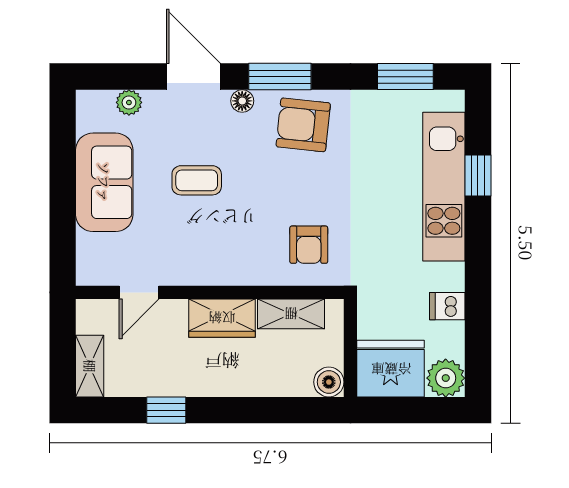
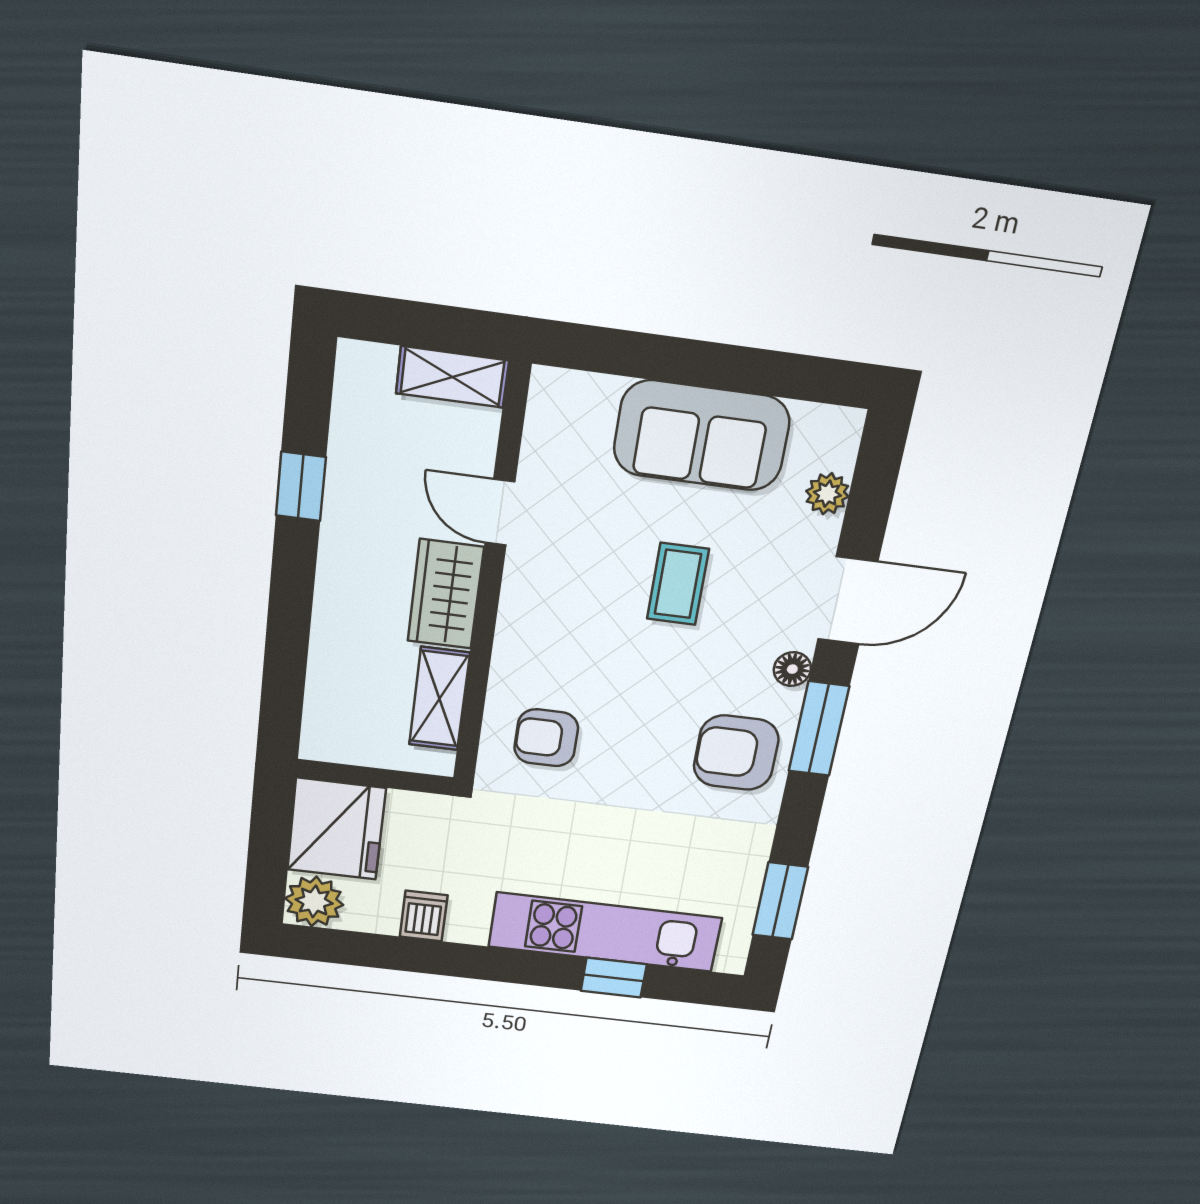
armchair: (303, 125) -> (736, 753), turned -96
door: (139, 292) -> (500, 512), moved
shelving: (90, 366) -> (452, 377), moved
boiler: (329, 382) -> (324, 740), removed

